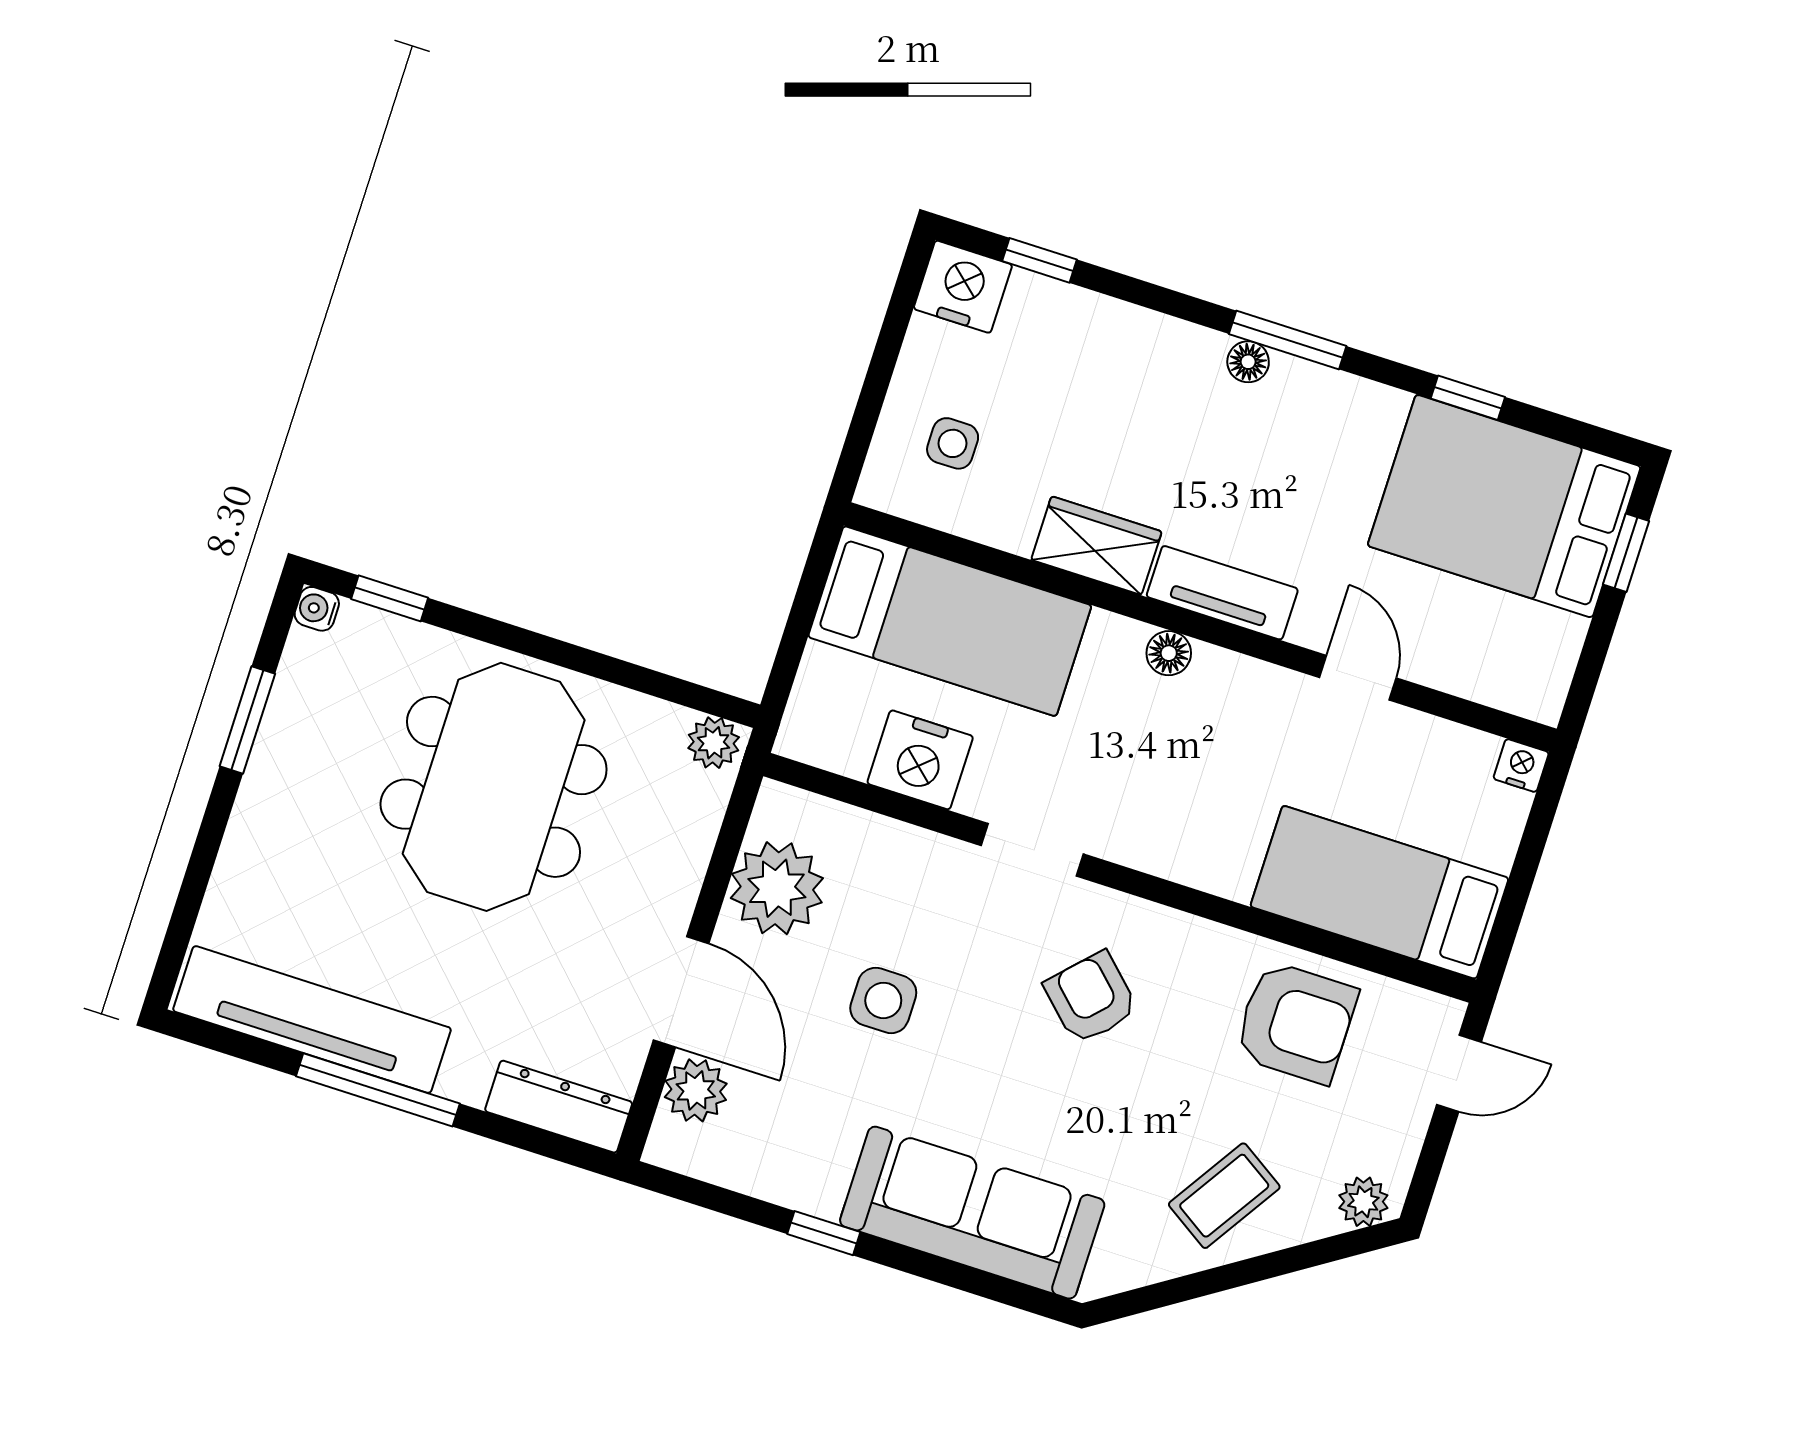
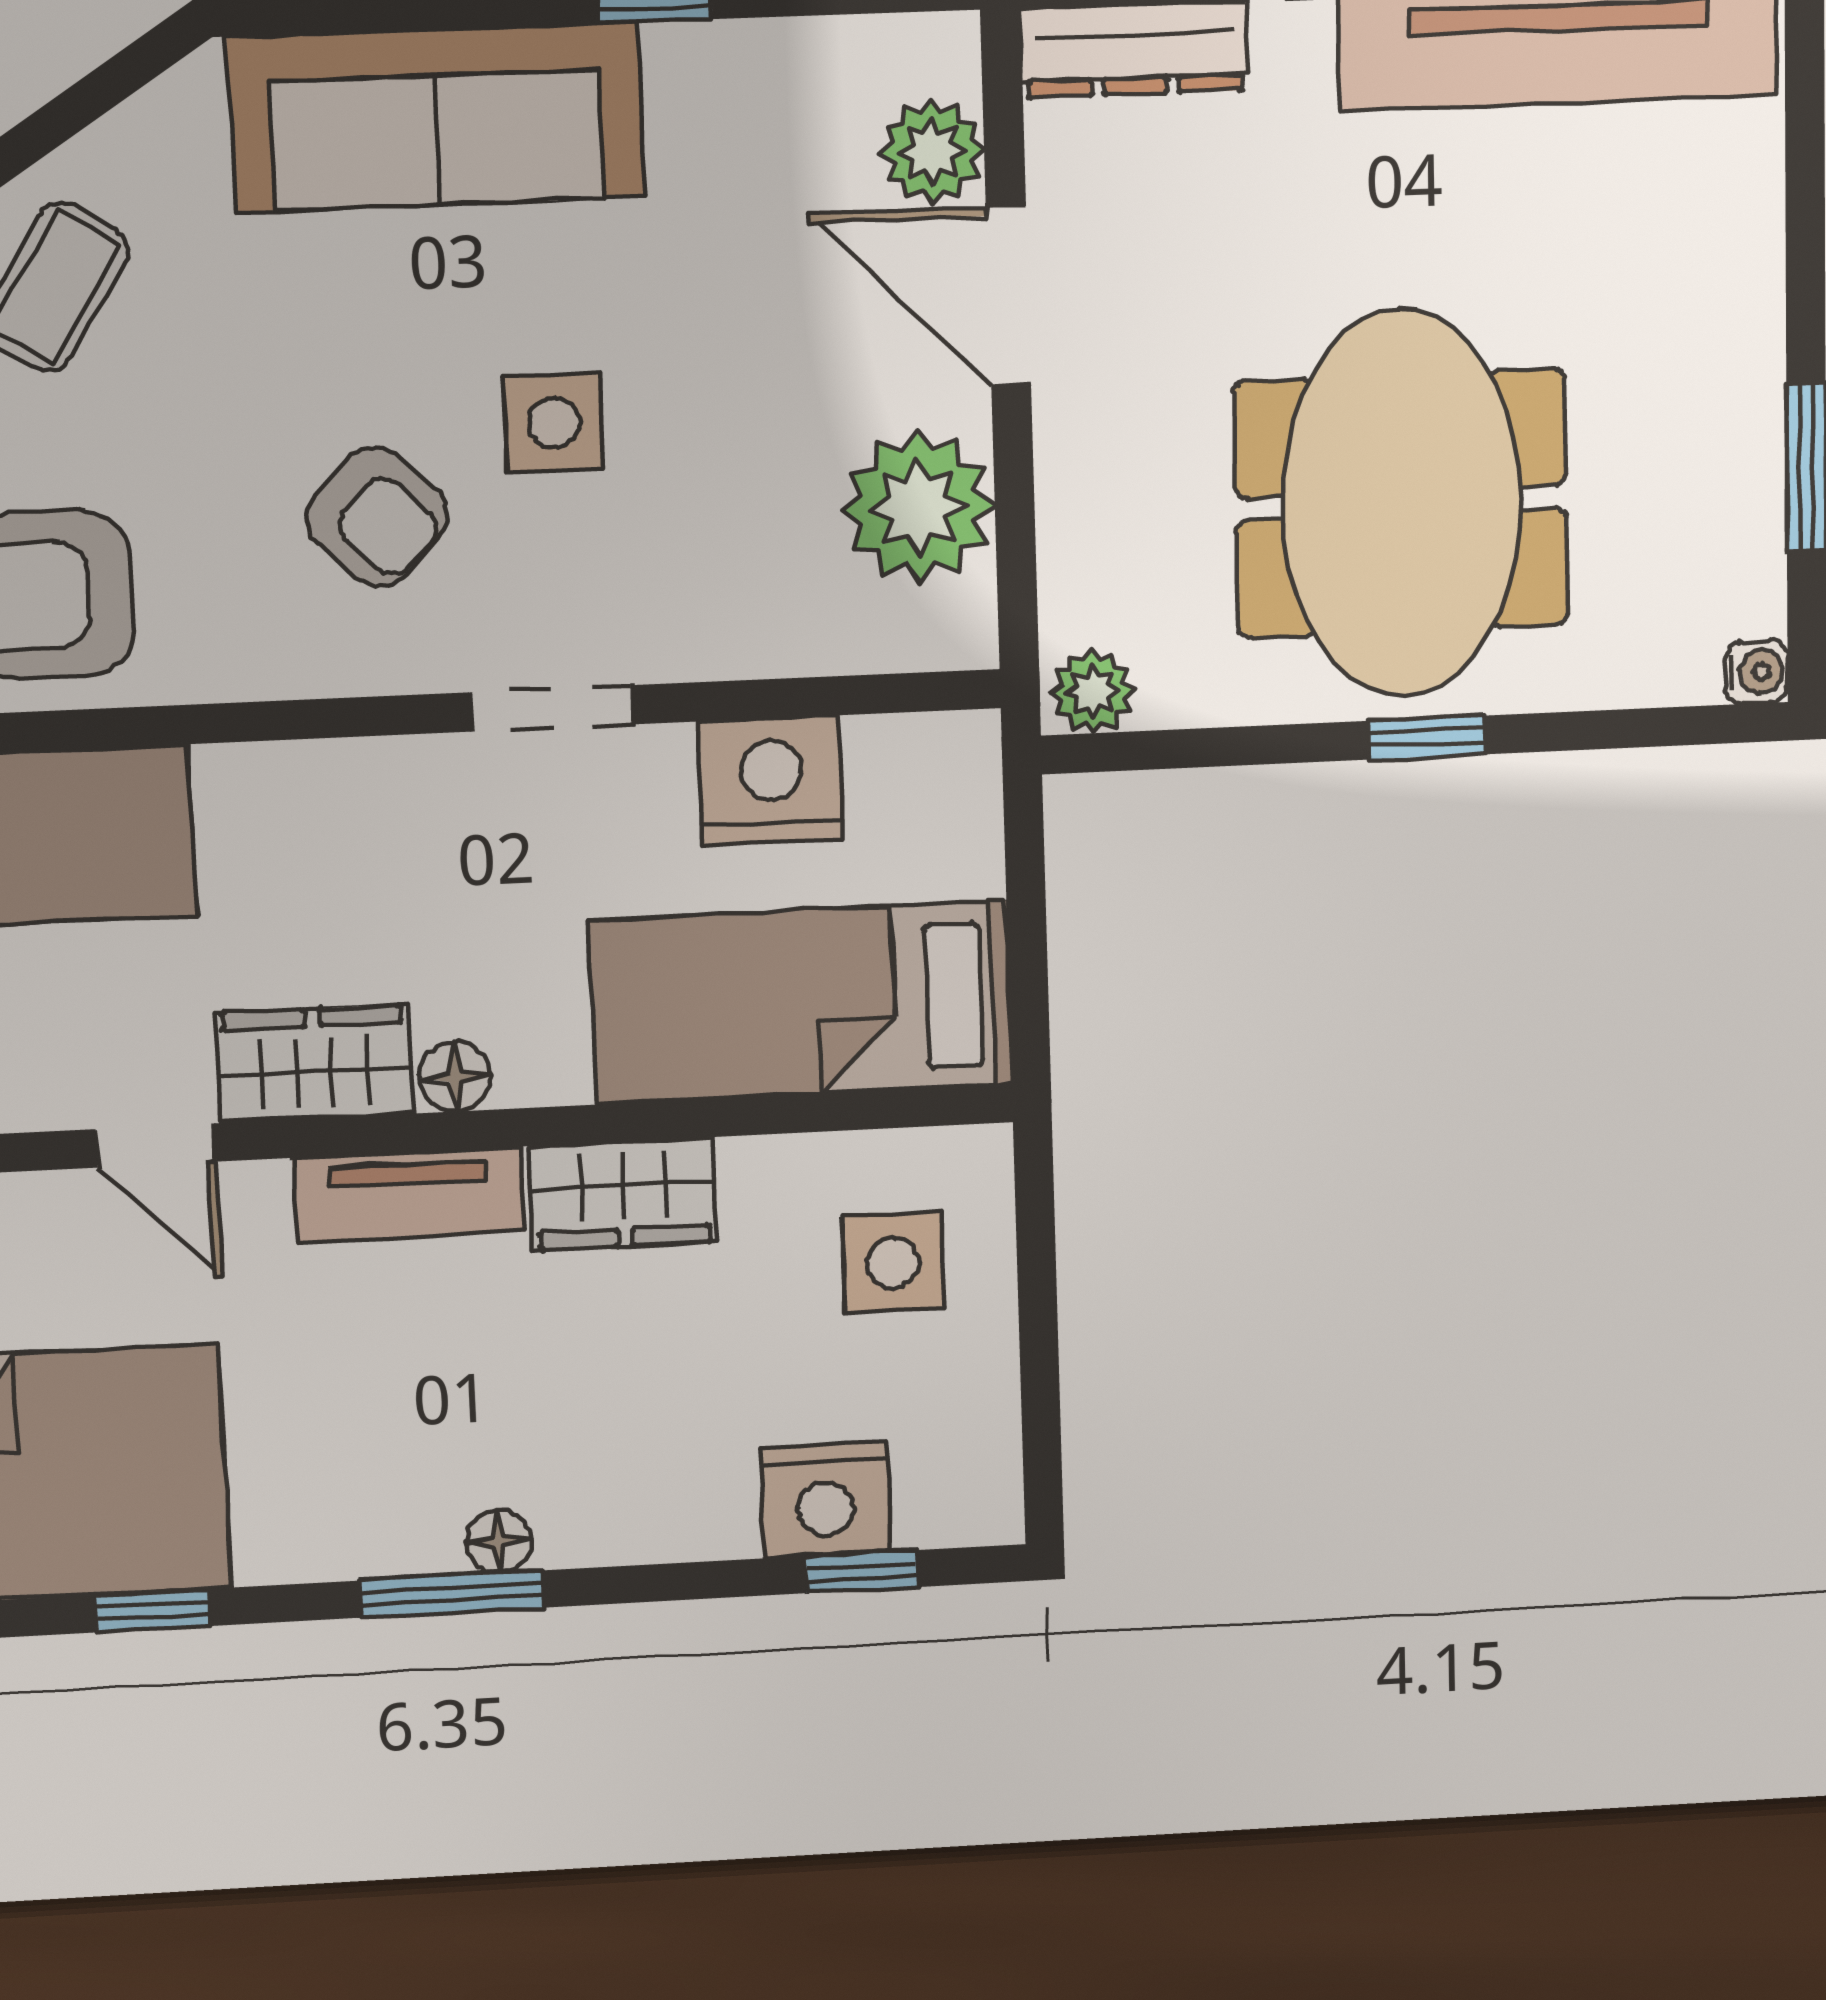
nightstand: (963, 287) -> (825, 1500), moved
side table: (953, 443) -> (893, 1263), width x1.37, depth x1.37
window: (390, 598) -> (1426, 738), moved
wardrobe: (1248, 692) -> (314, 1064), added
side table: (883, 1000) -> (554, 423), moved

